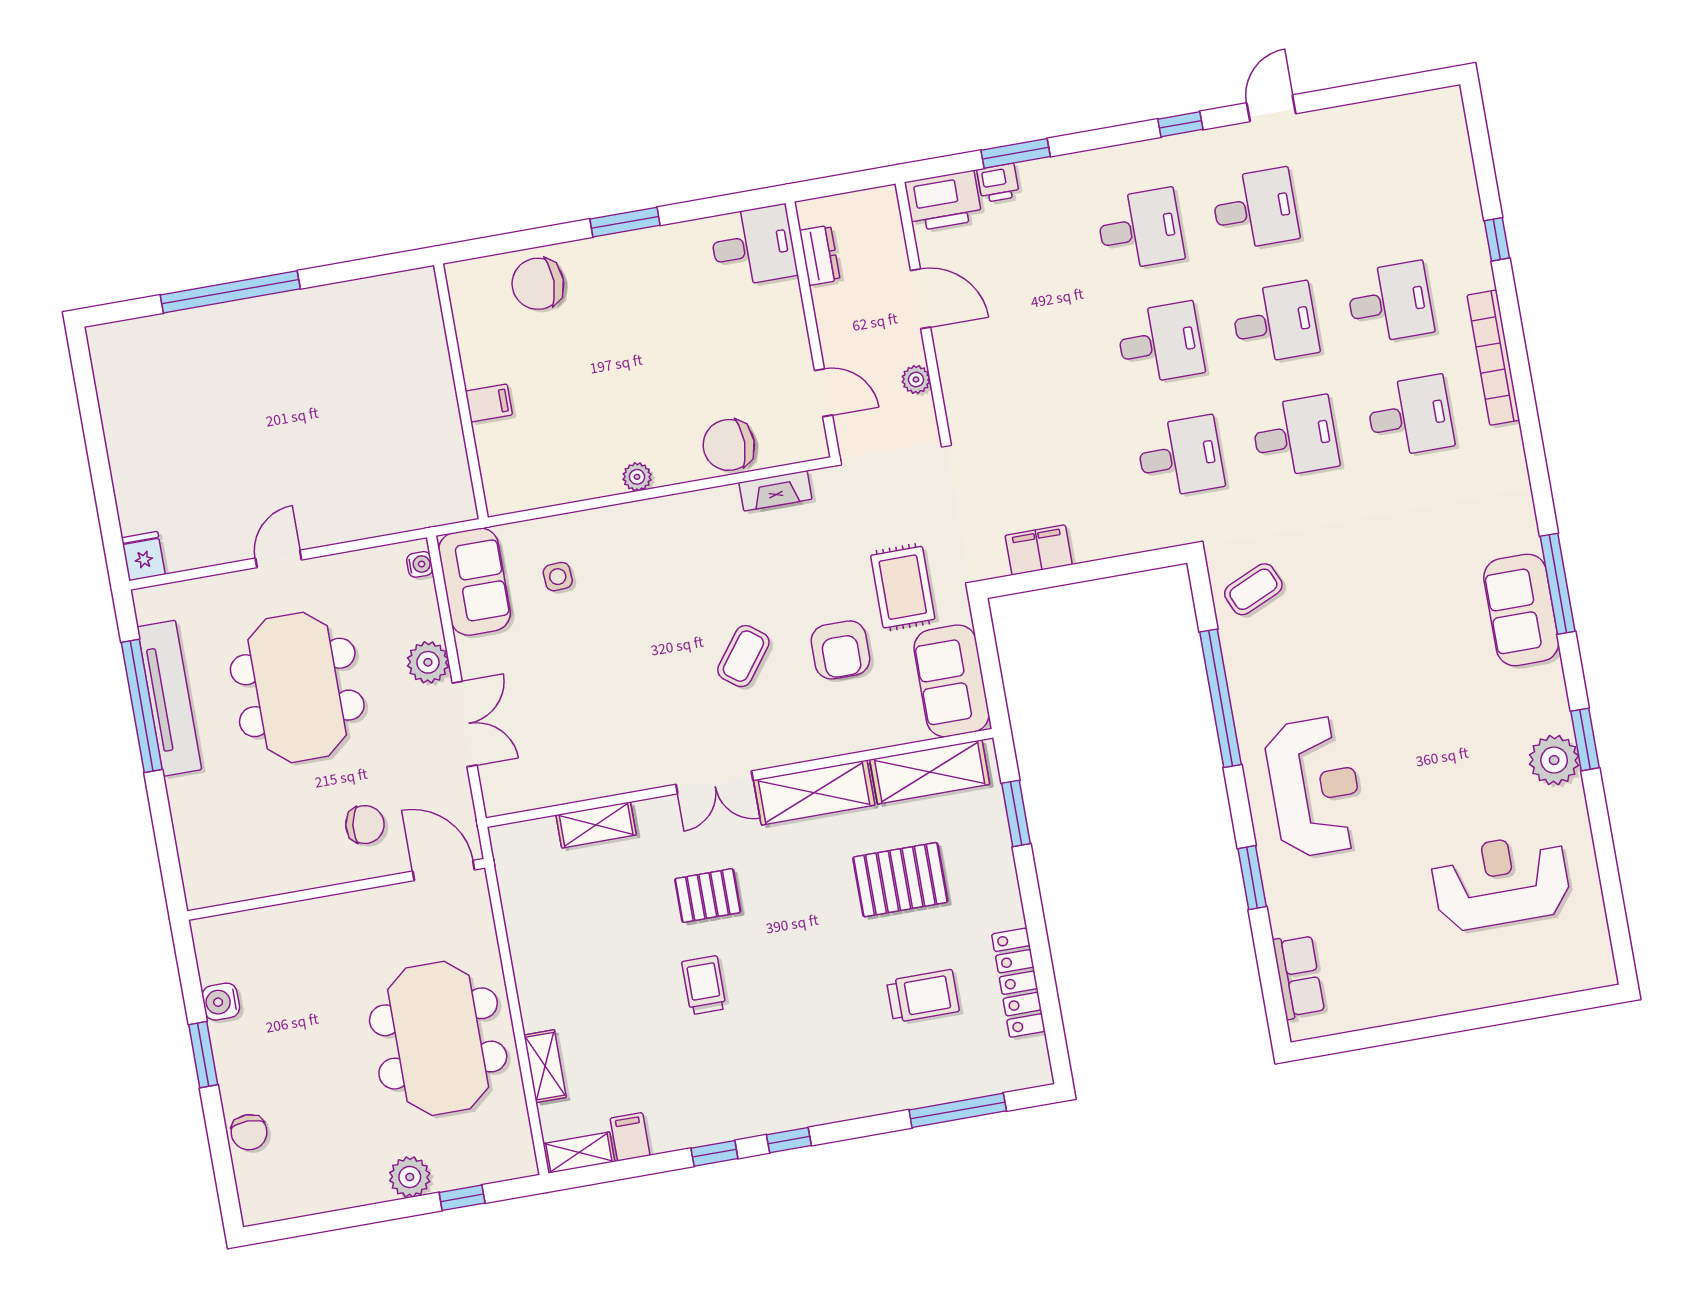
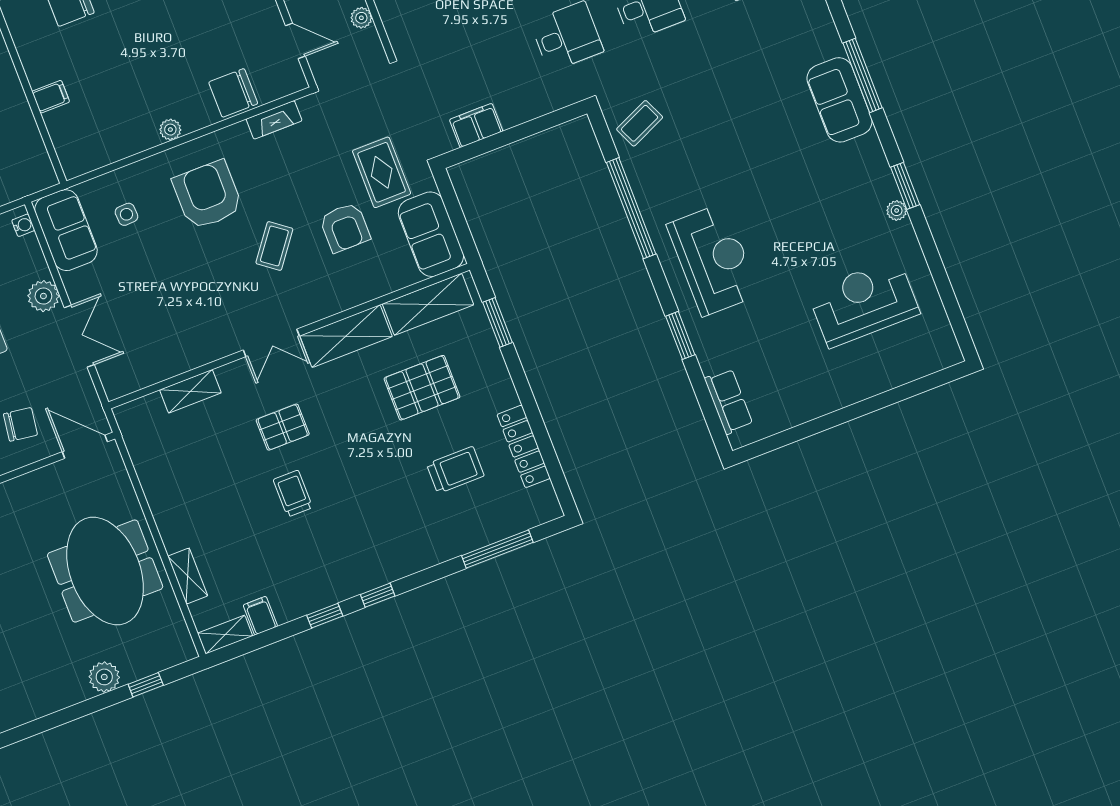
armchair: (669, 572) -> (208, 195), added
plant: (1554, 760) -> (897, 211), width x0.53, depth x0.53

